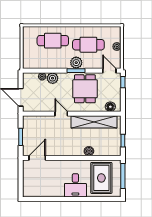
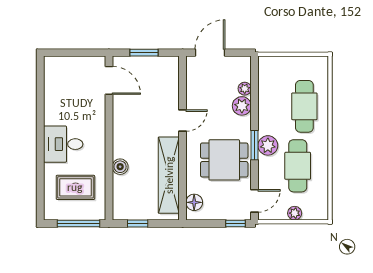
rug: (101, 178) -> (75, 187), width x0.73, depth x0.70

